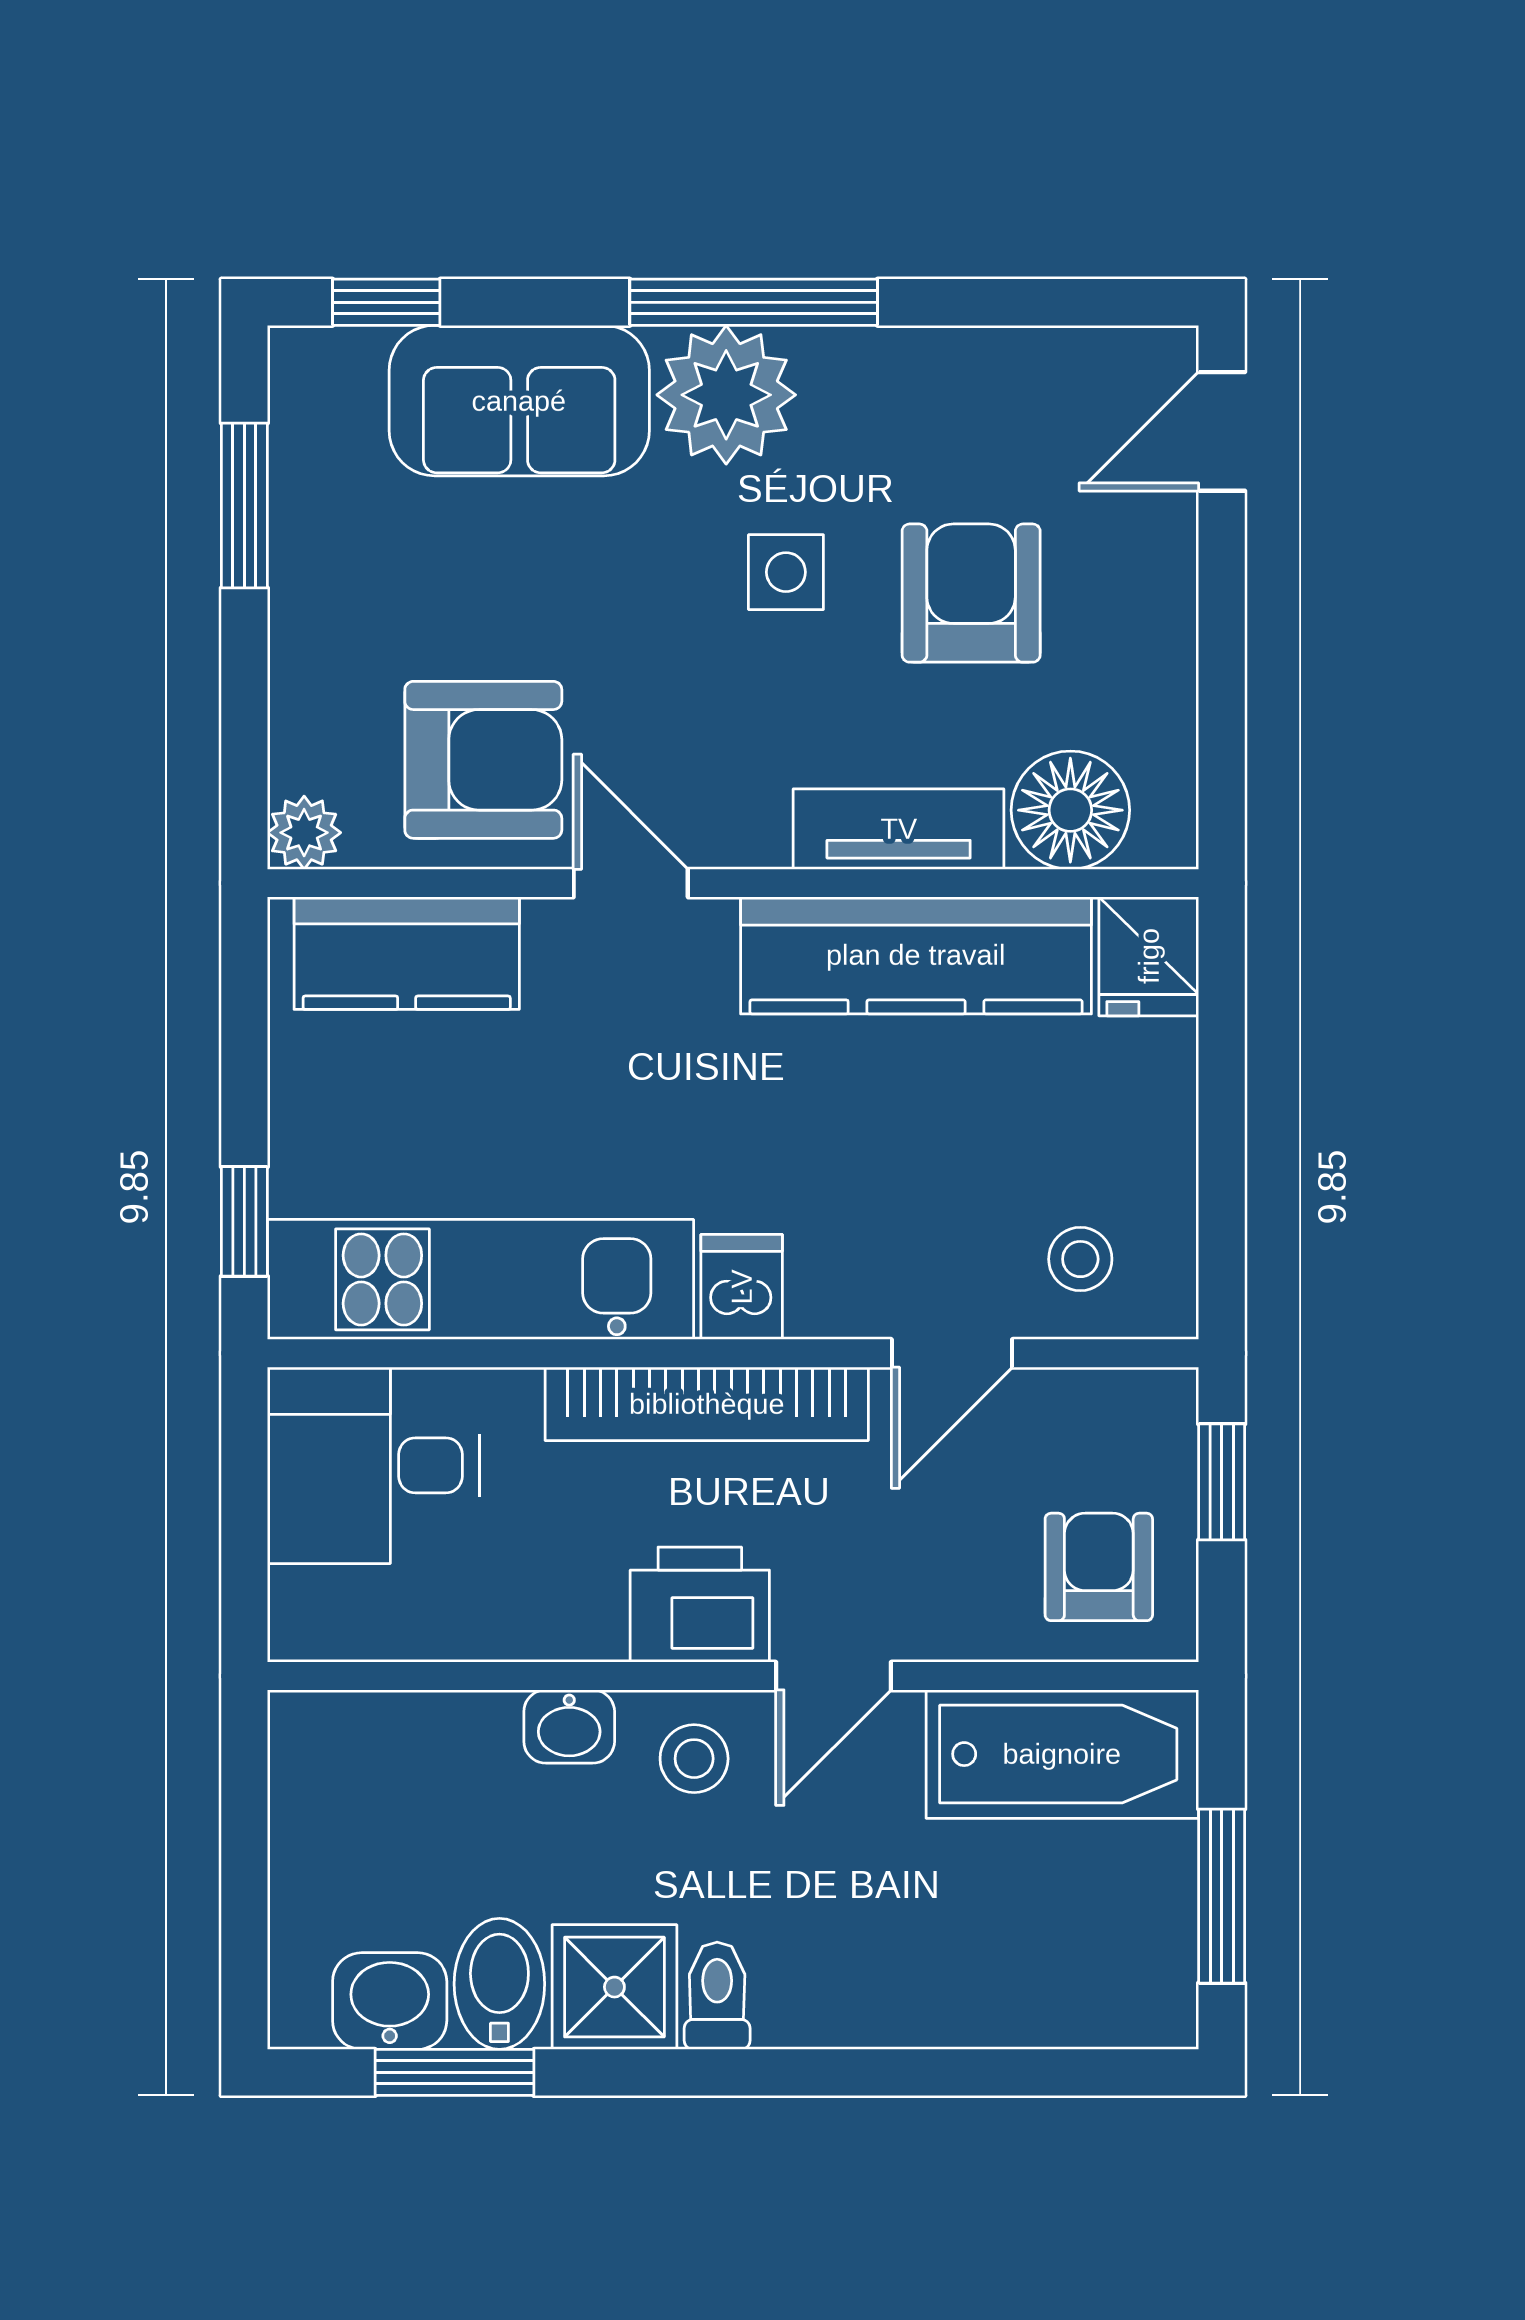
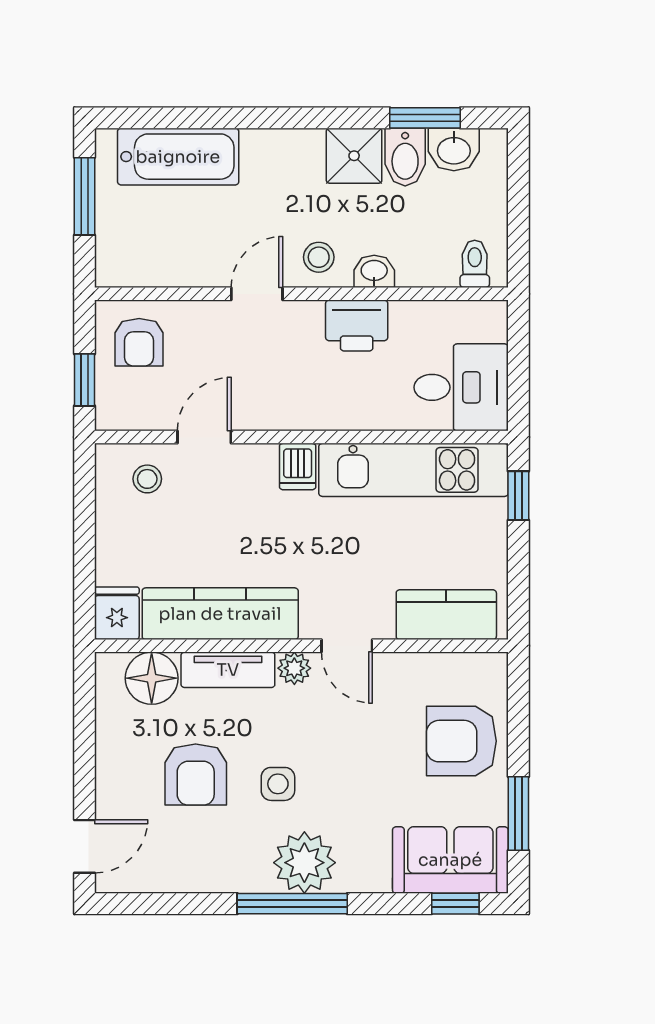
sofa: (519, 401) -> (450, 860), moved
armchair: (483, 760) -> (461, 741), moved
plant: (304, 833) -> (294, 668), moved
bookcase: (707, 1404) -> (313, 415), removed
printer: (700, 1605) -> (357, 326), moved
bathtub: (1062, 1754) -> (178, 157), moved, turned 180
toilet: (717, 1996) -> (475, 264), moved, turned 180

